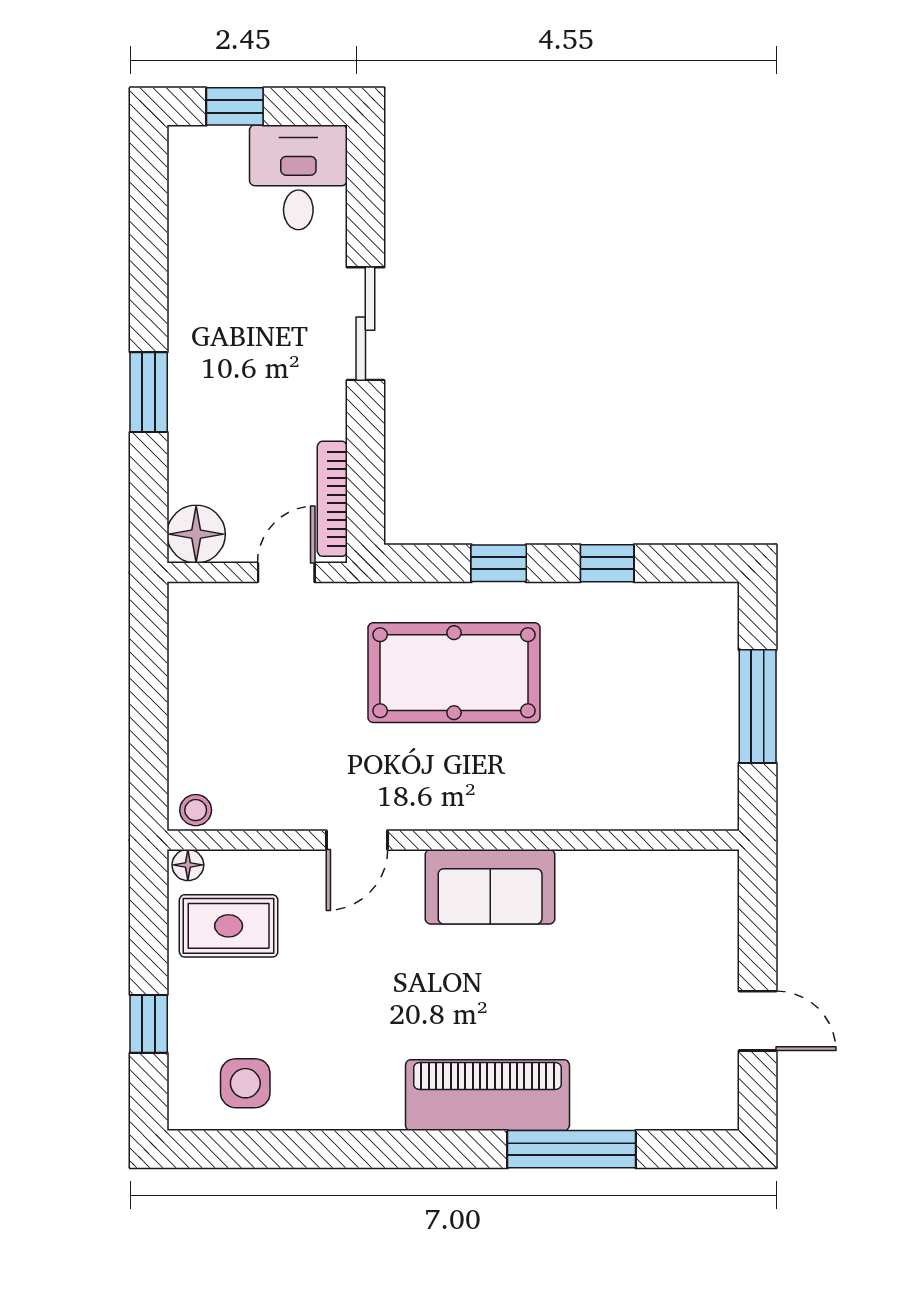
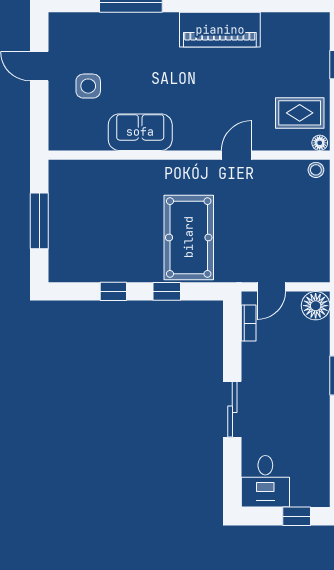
bookcase: (332, 499) -> (249, 323), width x0.64
pool table: (454, 673) -> (189, 237), turned 90
sofa: (490, 887) -> (140, 132), moved
side table: (245, 1083) -> (88, 86), moved
piano: (487, 1095) -> (220, 30), moved

